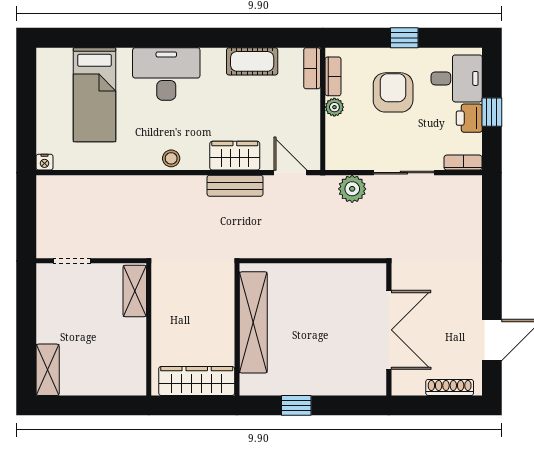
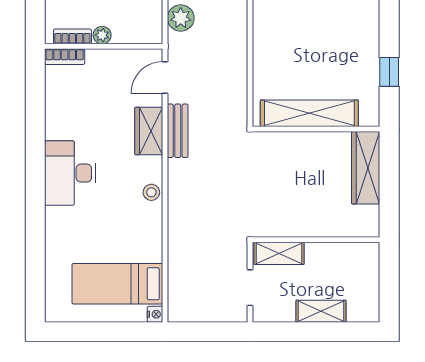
cot: (252, 61) -> (58, 114), removed
desk: (166, 74) -> (70, 173), moved
bed: (95, 95) -> (117, 284), moved, turned 180
shelving: (135, 291) -> (279, 253), moved
wall: (149, 329) -> (316, 240), moved
shelving: (48, 370) -> (321, 311), moved

